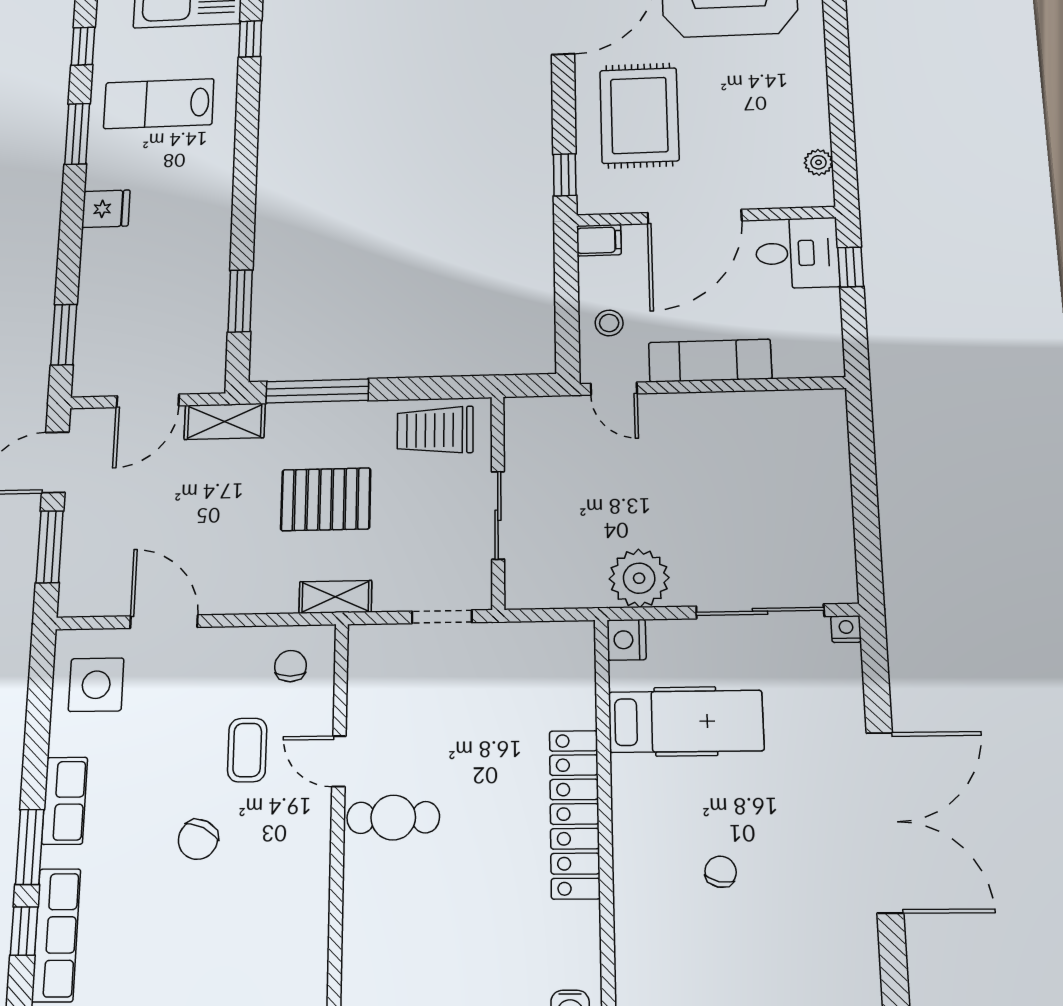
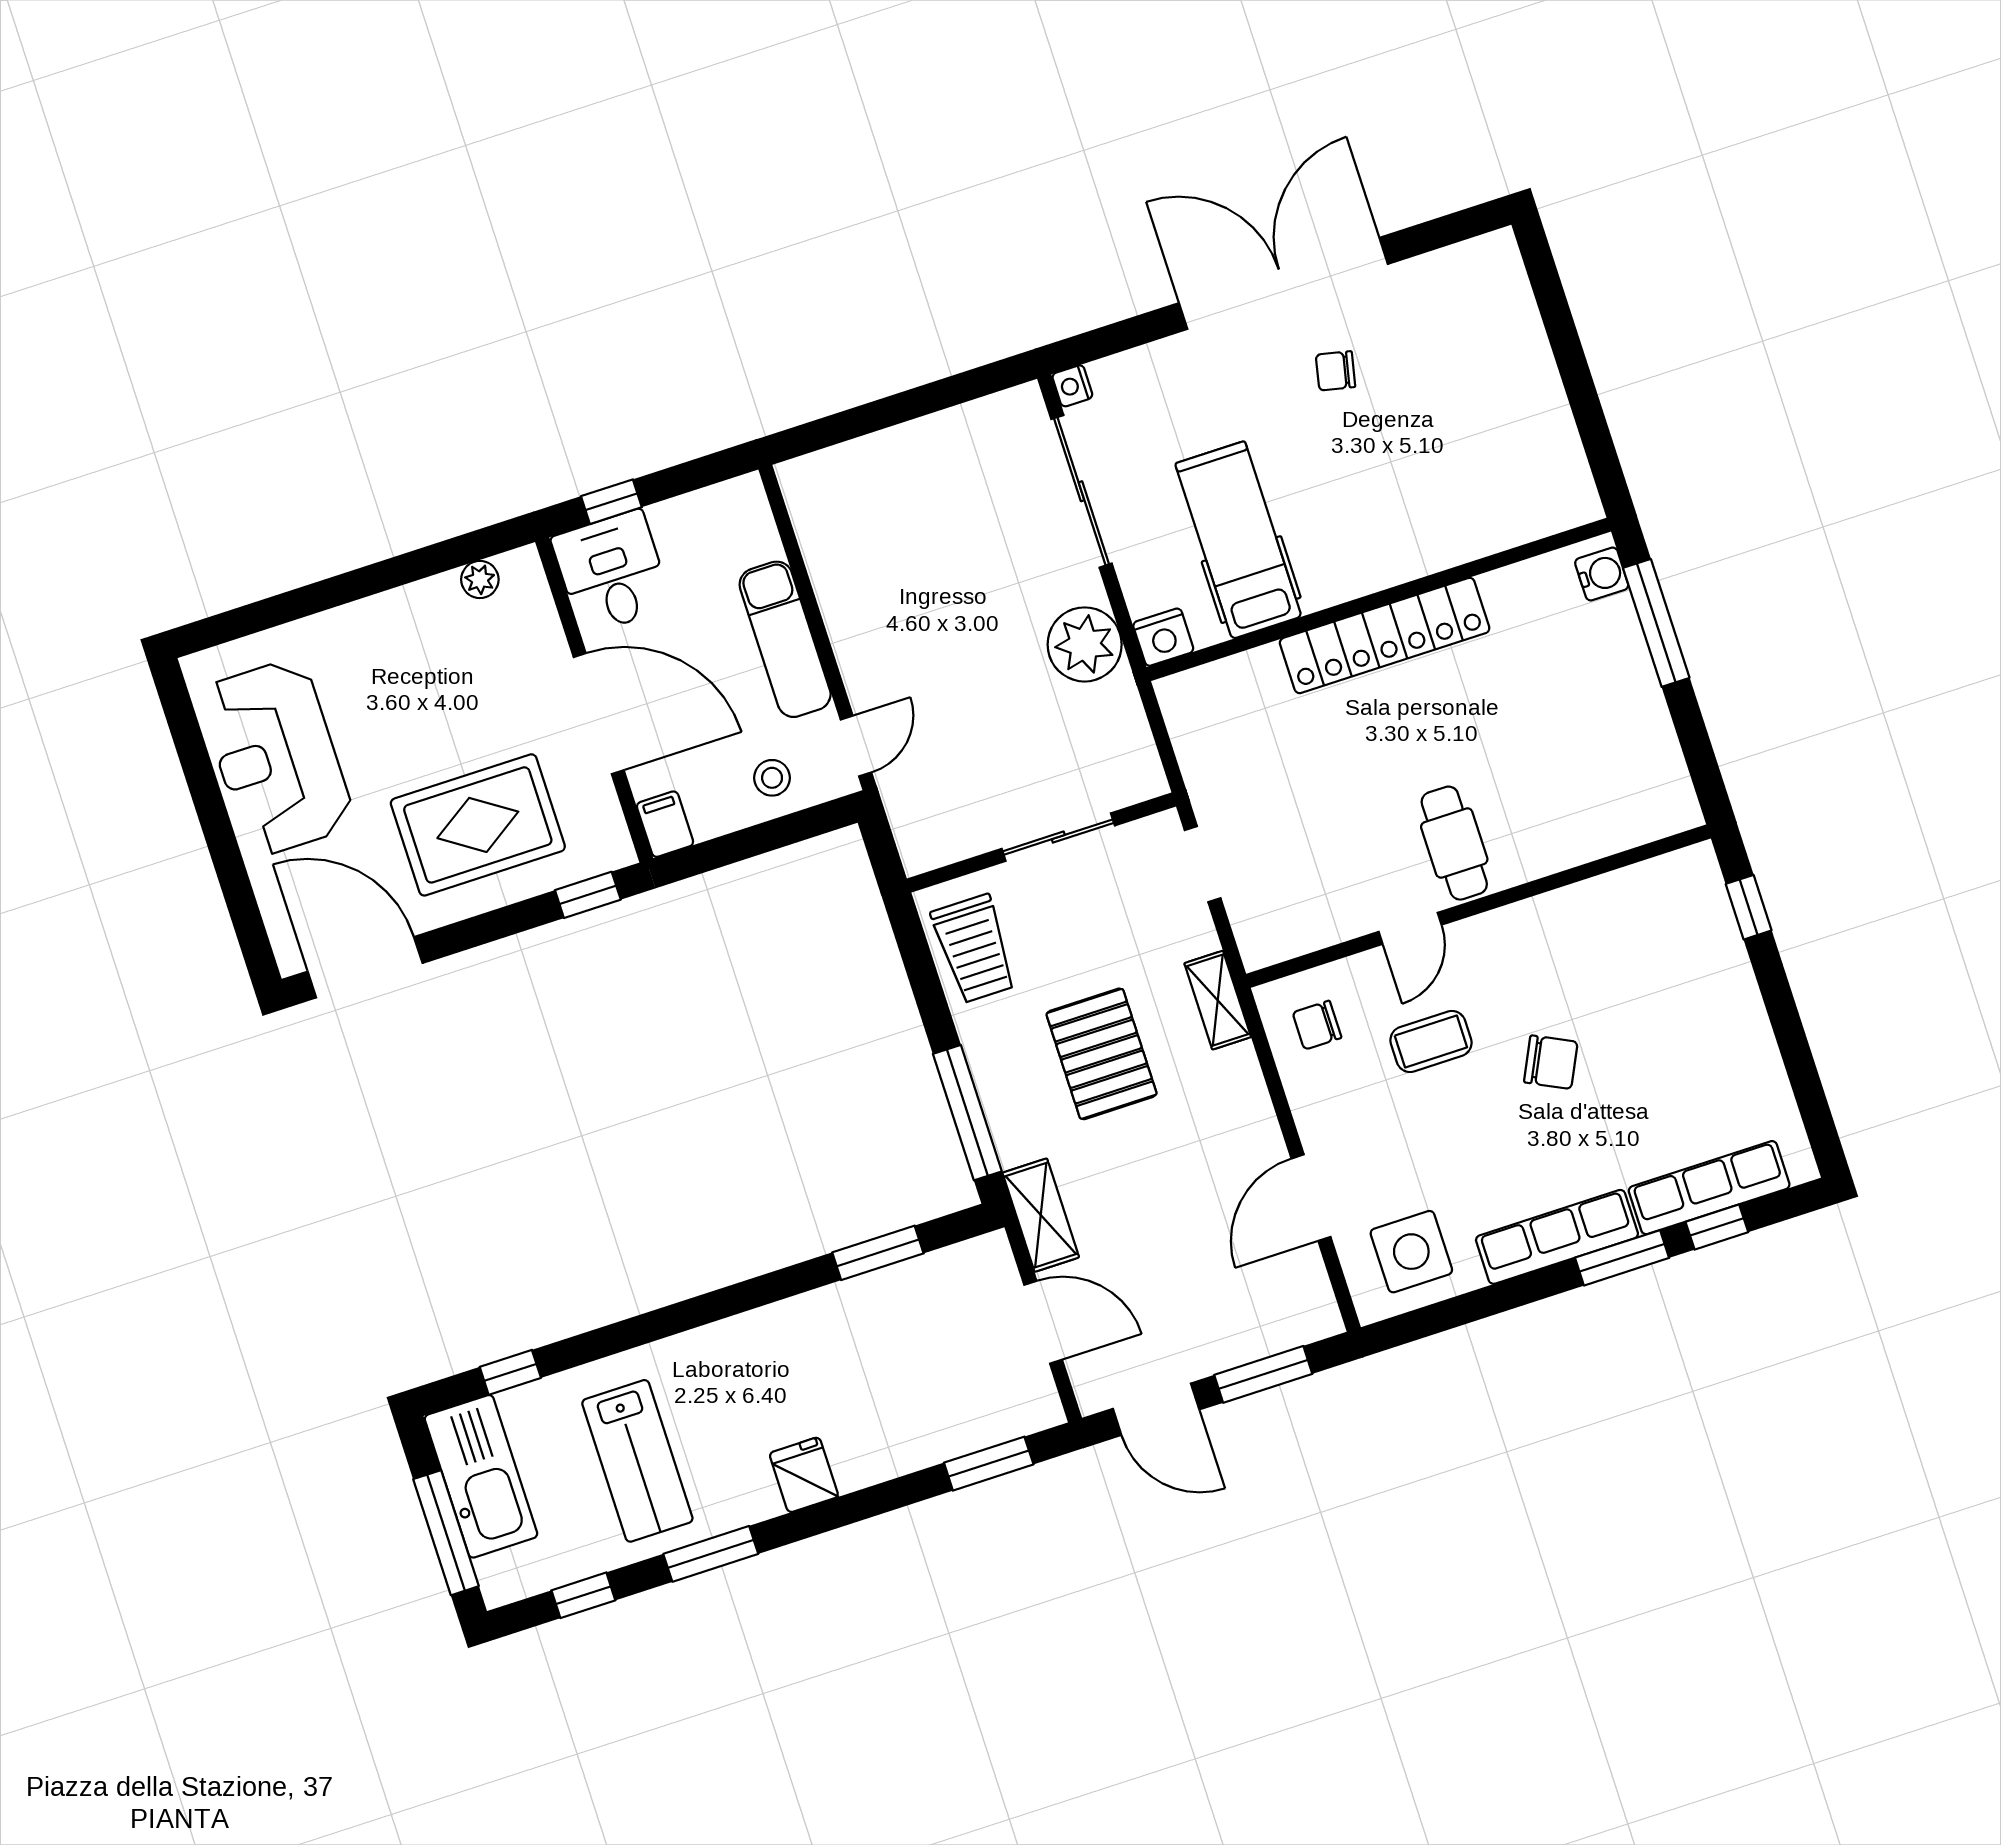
row of seats: (65, 801) -> (1557, 1237), width x1.48
chair: (721, 872) -> (1336, 371), moved

